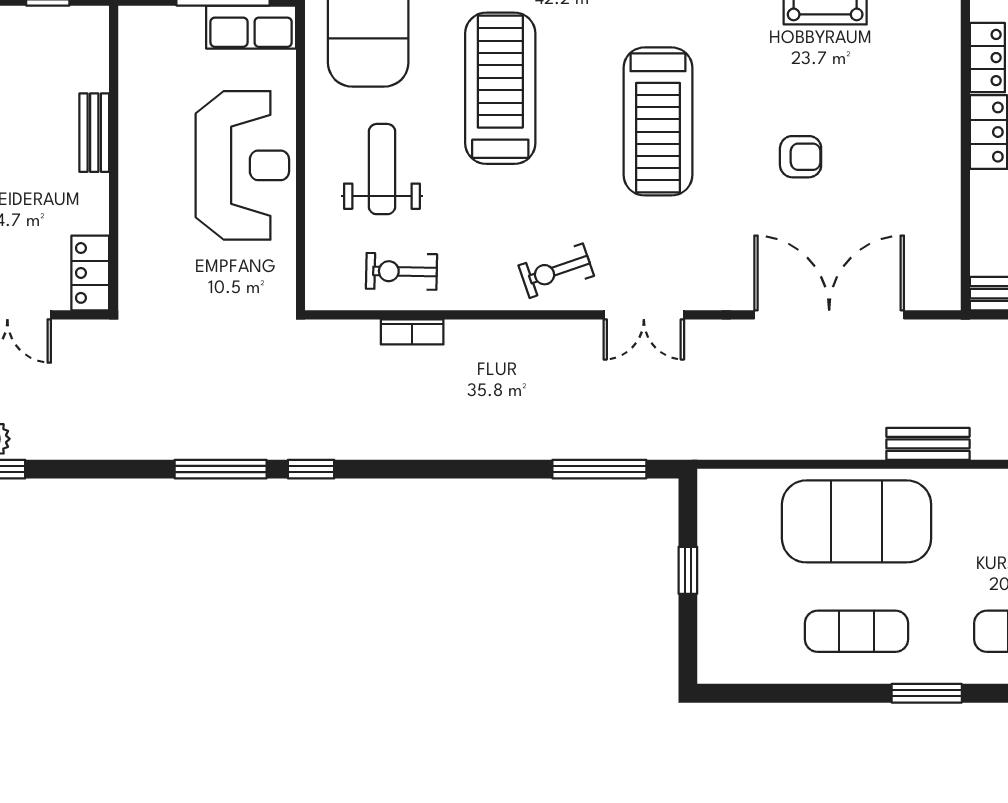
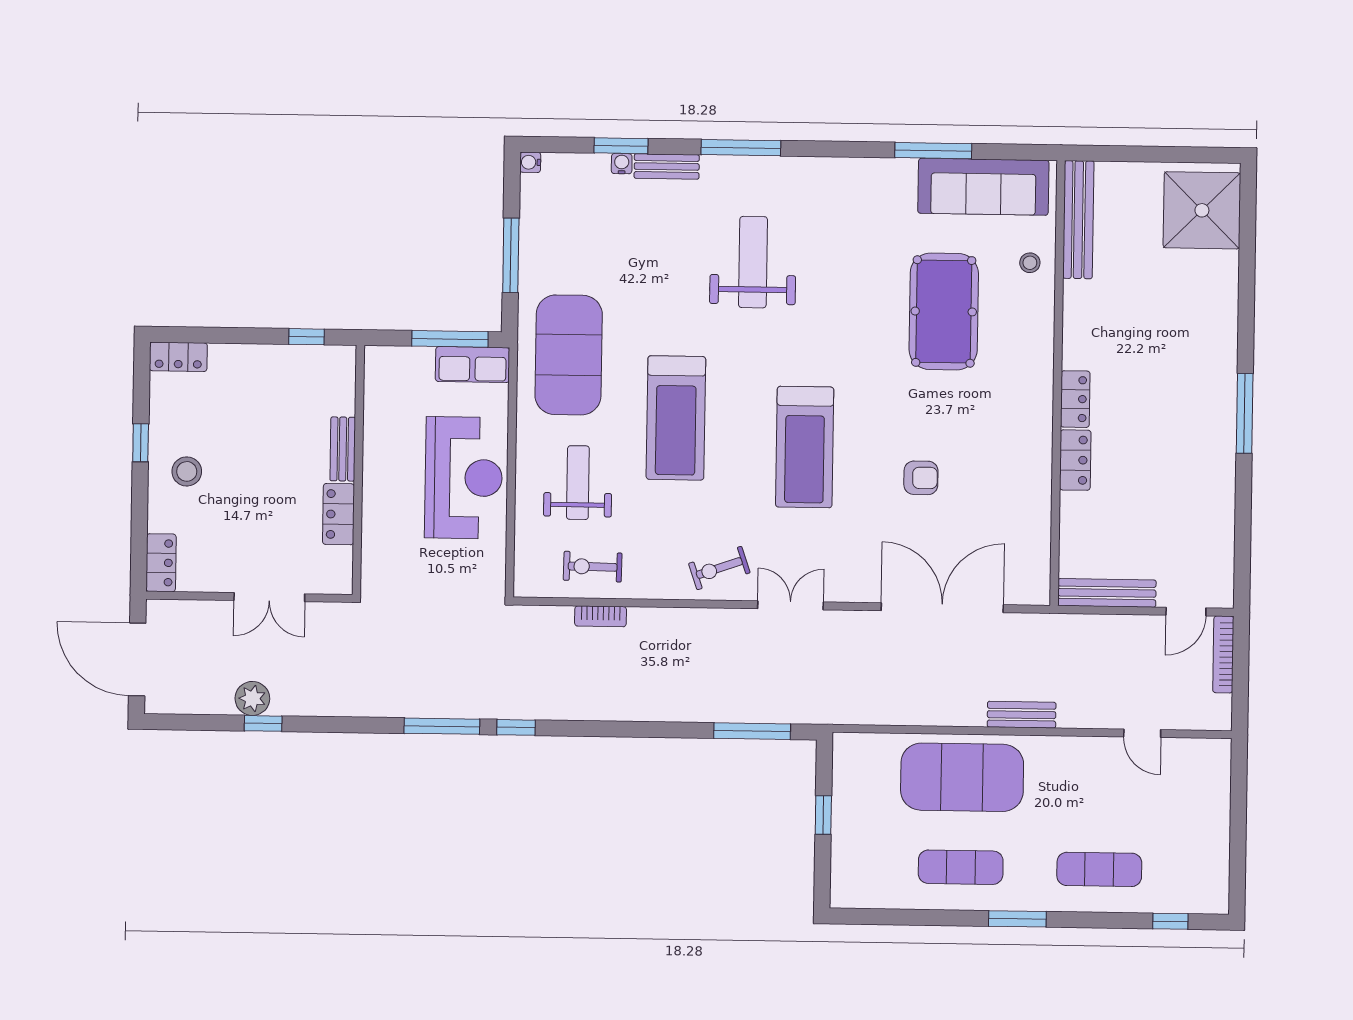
treadmill: (500, 88) -> (676, 418), turned 180
locker: (90, 273) -> (339, 514), moved
double door: (644, 315) -> (790, 605), swing flipped

